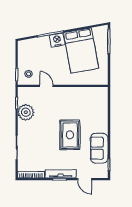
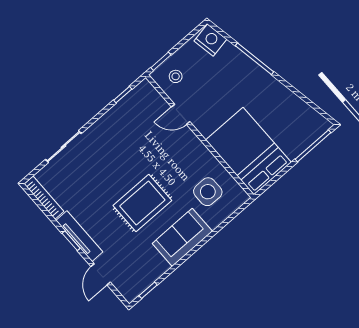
nightstand: (57, 40) -> (210, 40), moved
bed: (81, 50) -> (248, 151), moved, turned 100
door: (47, 86) -> (181, 114), swing flipped
side table: (89, 103) -> (208, 192), added
plant: (26, 112) -> (121, 118), removed
sofa: (99, 148) -> (182, 237), moved

